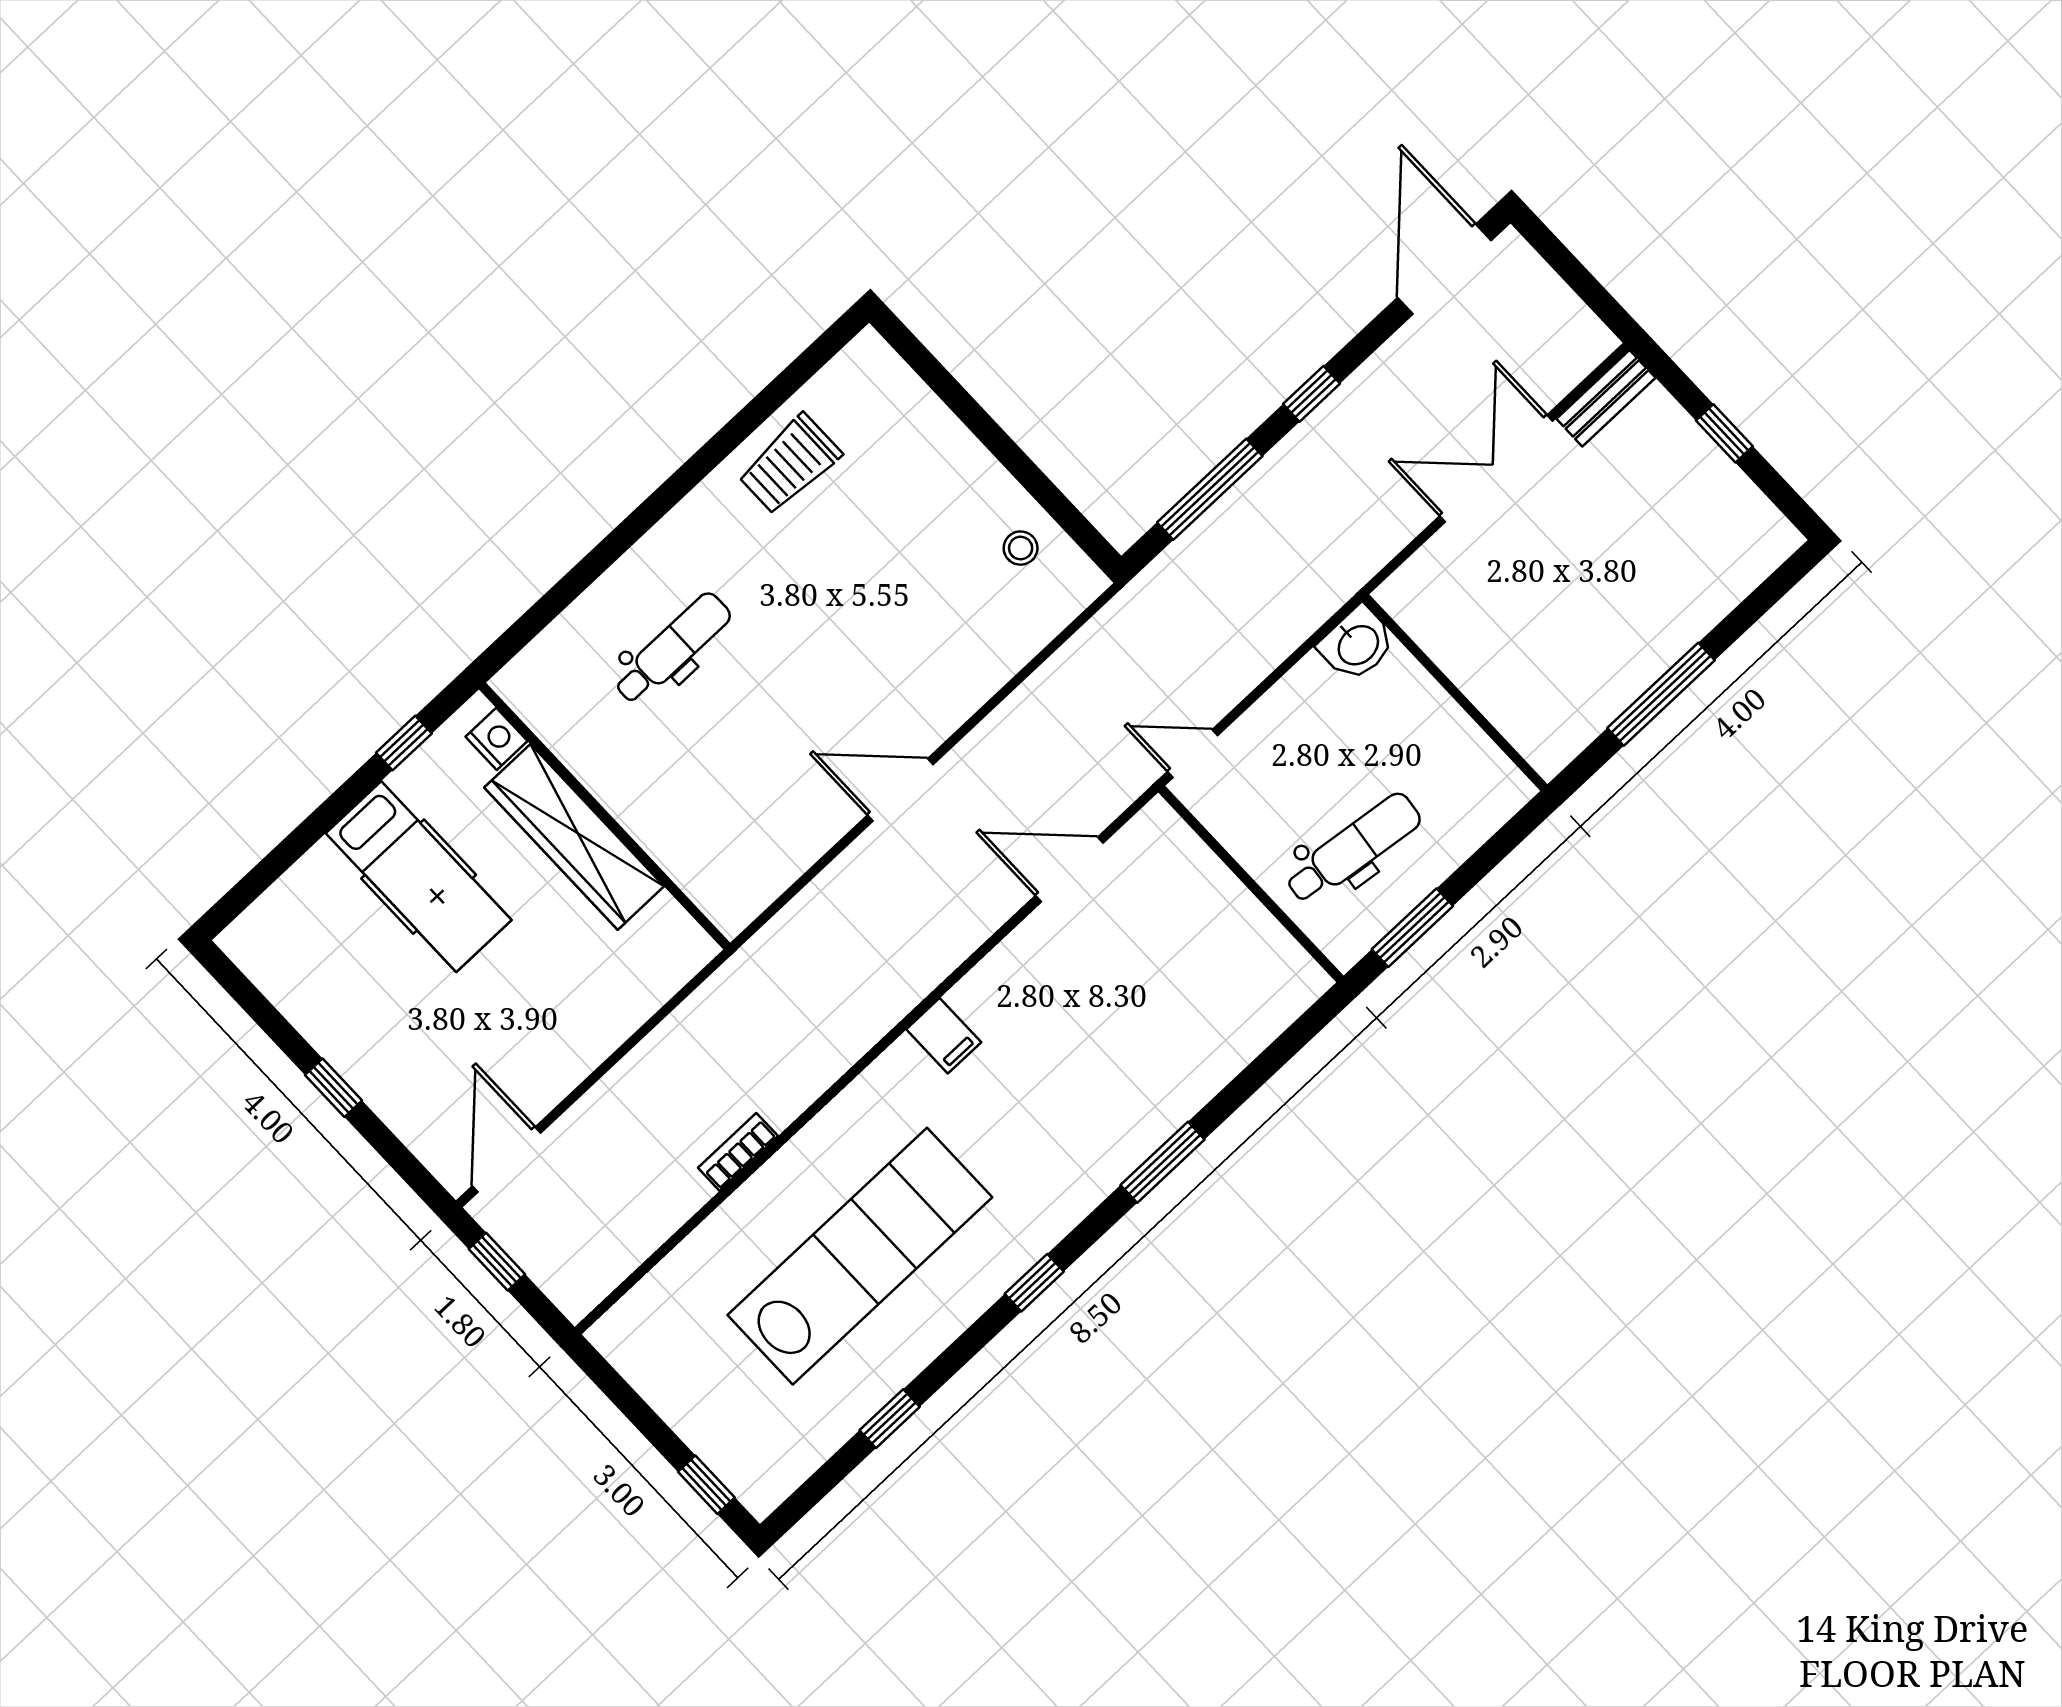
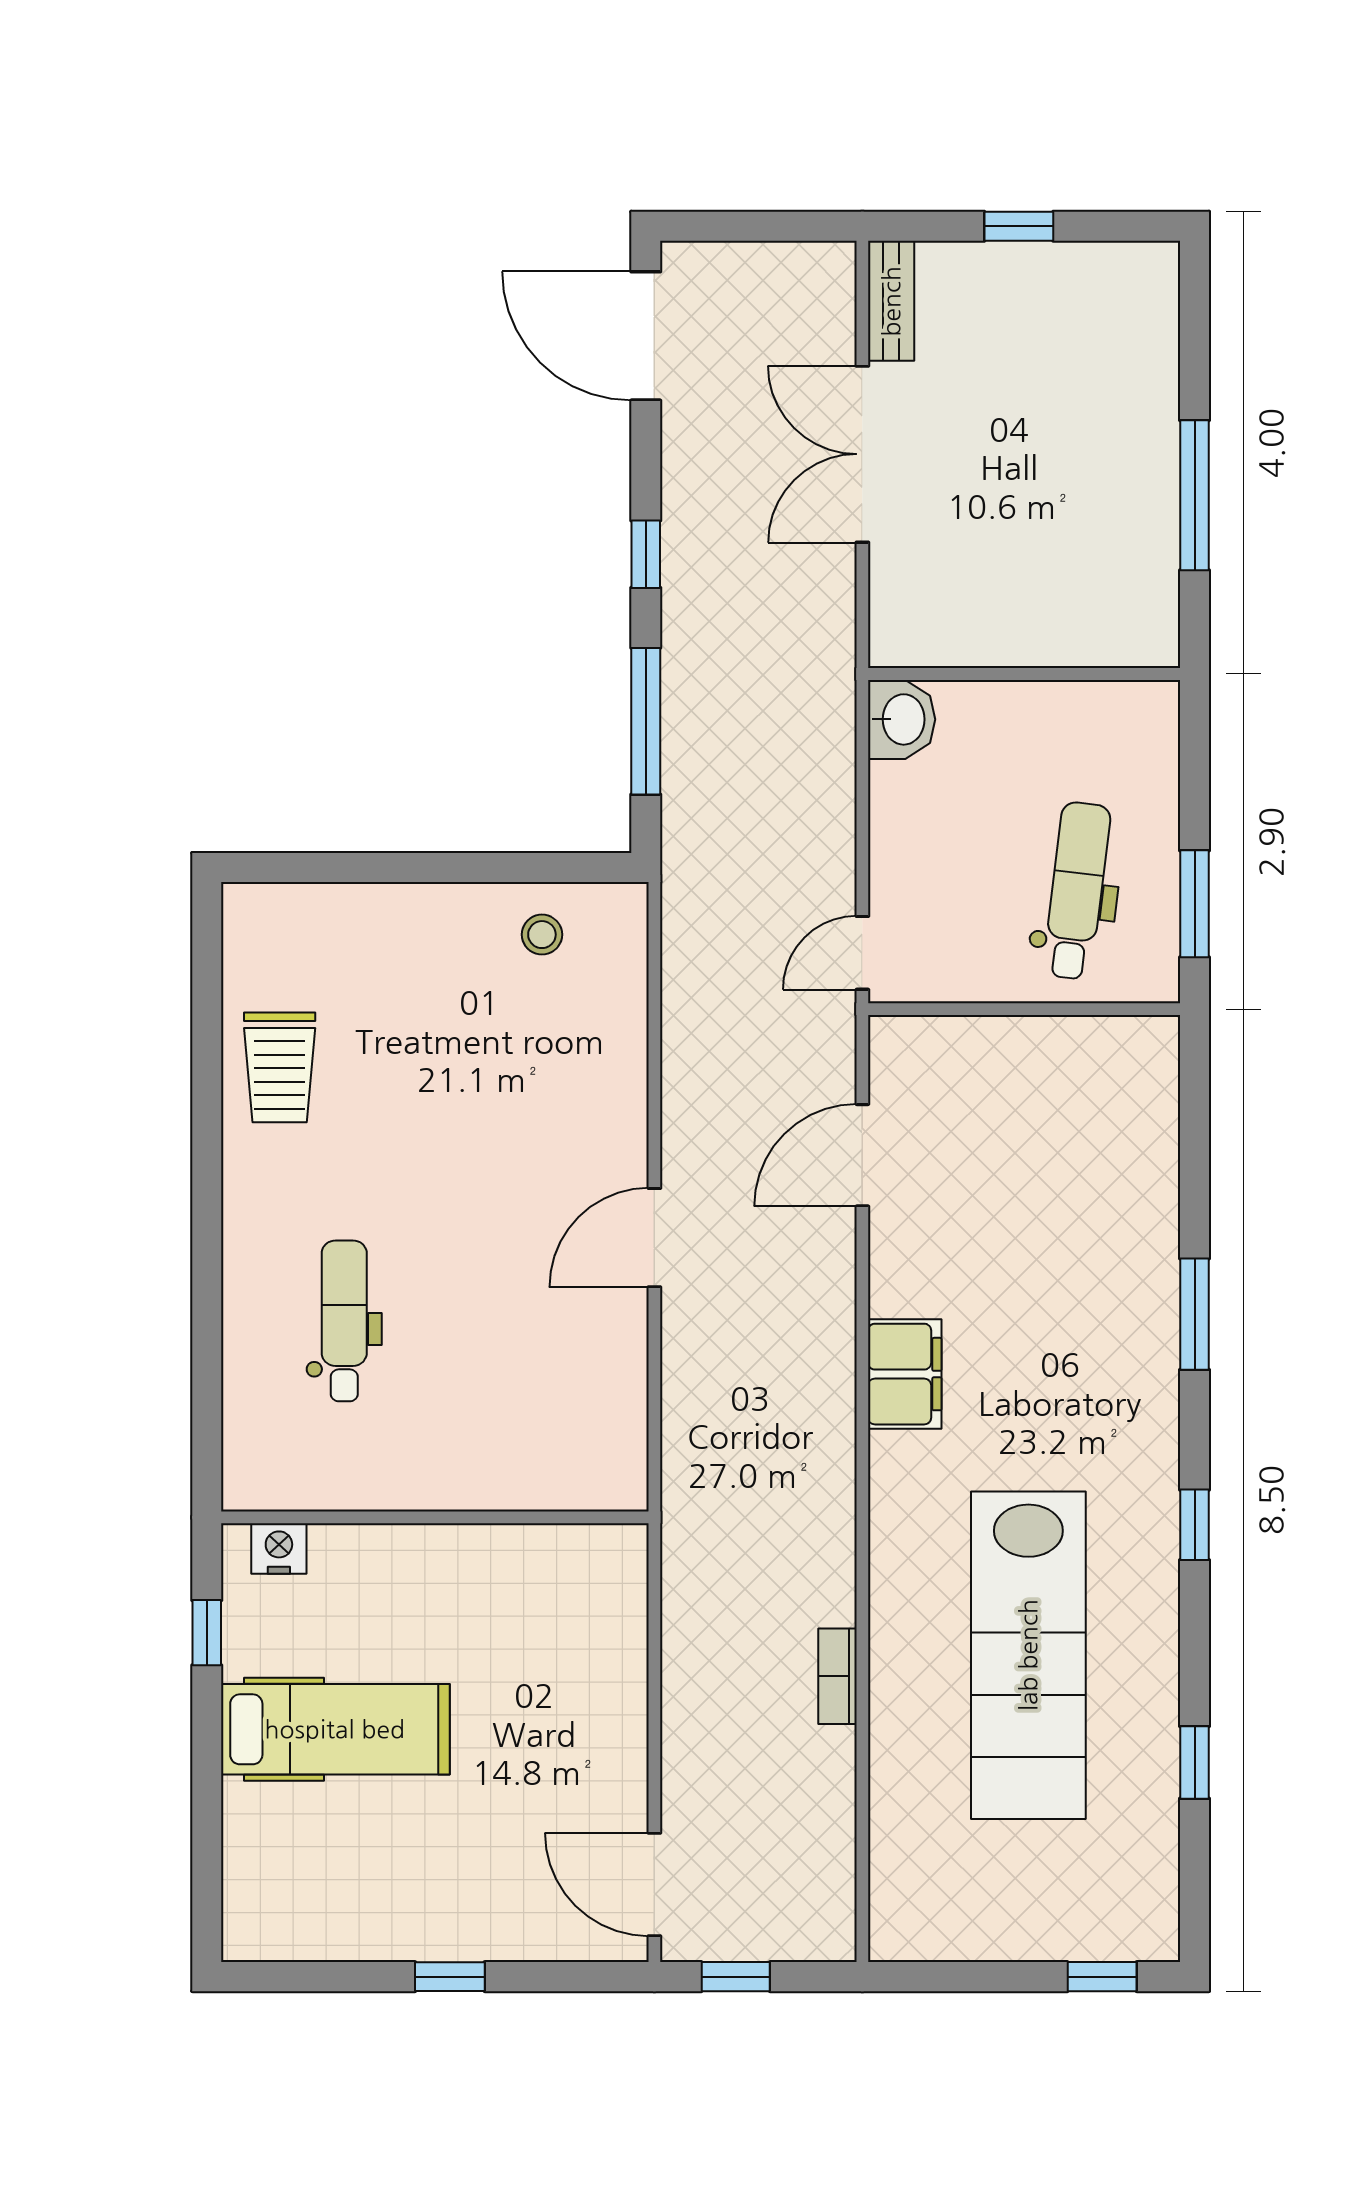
wardrobe: (574, 837) -> (428, 1561), removed
filing cabinet: (944, 1036) -> (905, 1374), width x2.00
lab bench: (860, 1256) -> (1028, 1655), turned 180

